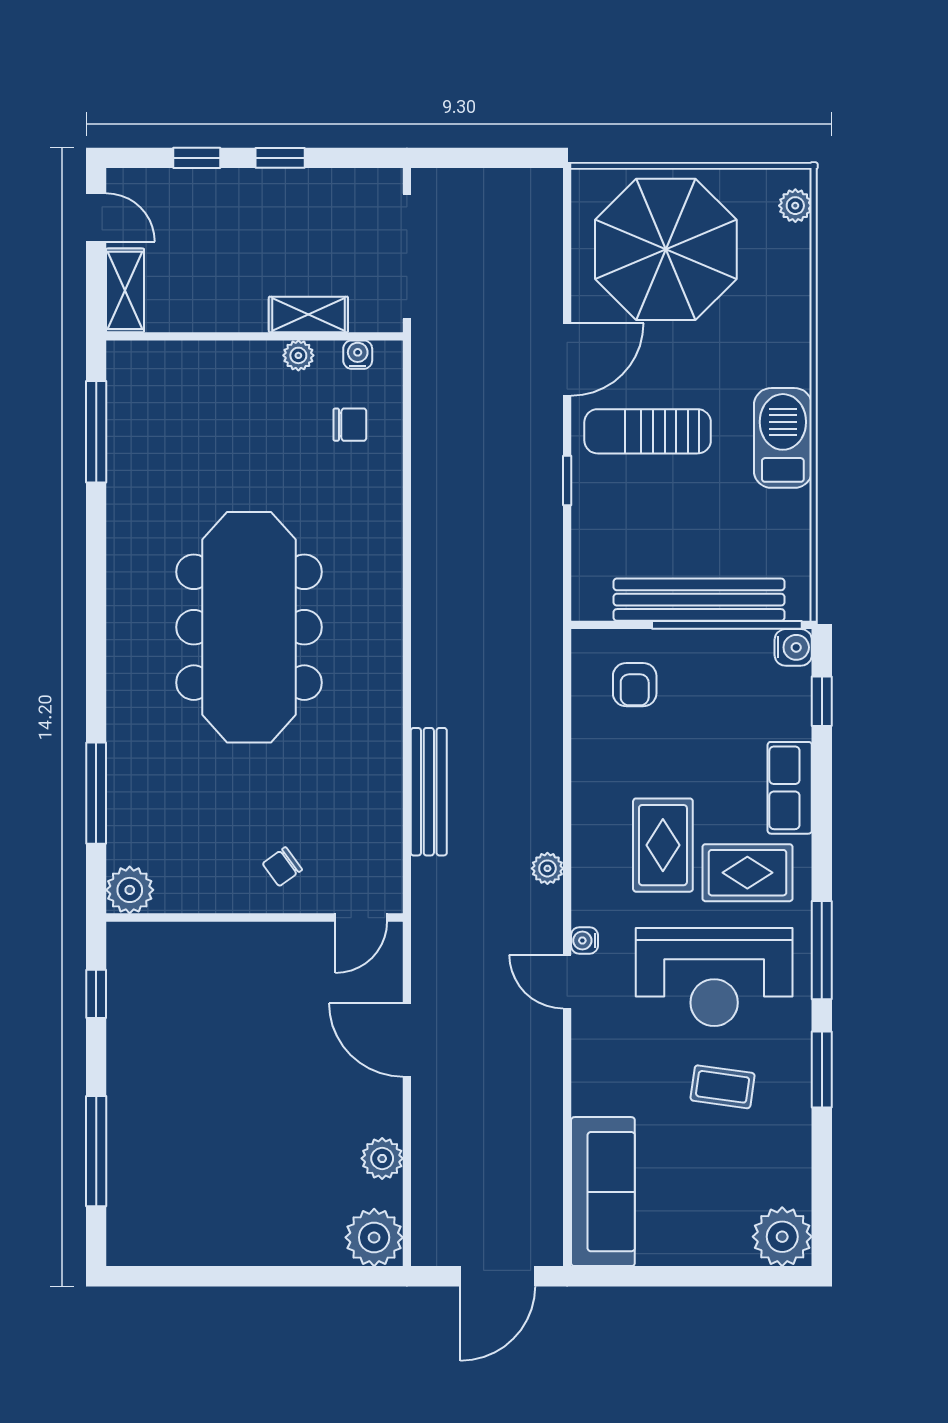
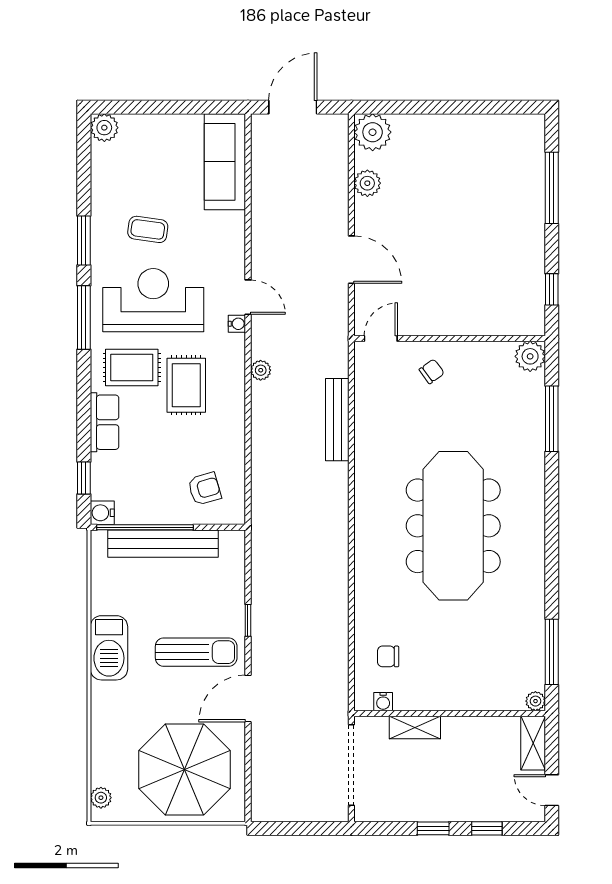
plant: (298, 355) -> (535, 701), moved
armchair: (635, 685) -> (204, 489), turned 74
plant: (782, 1237) -> (104, 128), width x0.73, depth x0.73

